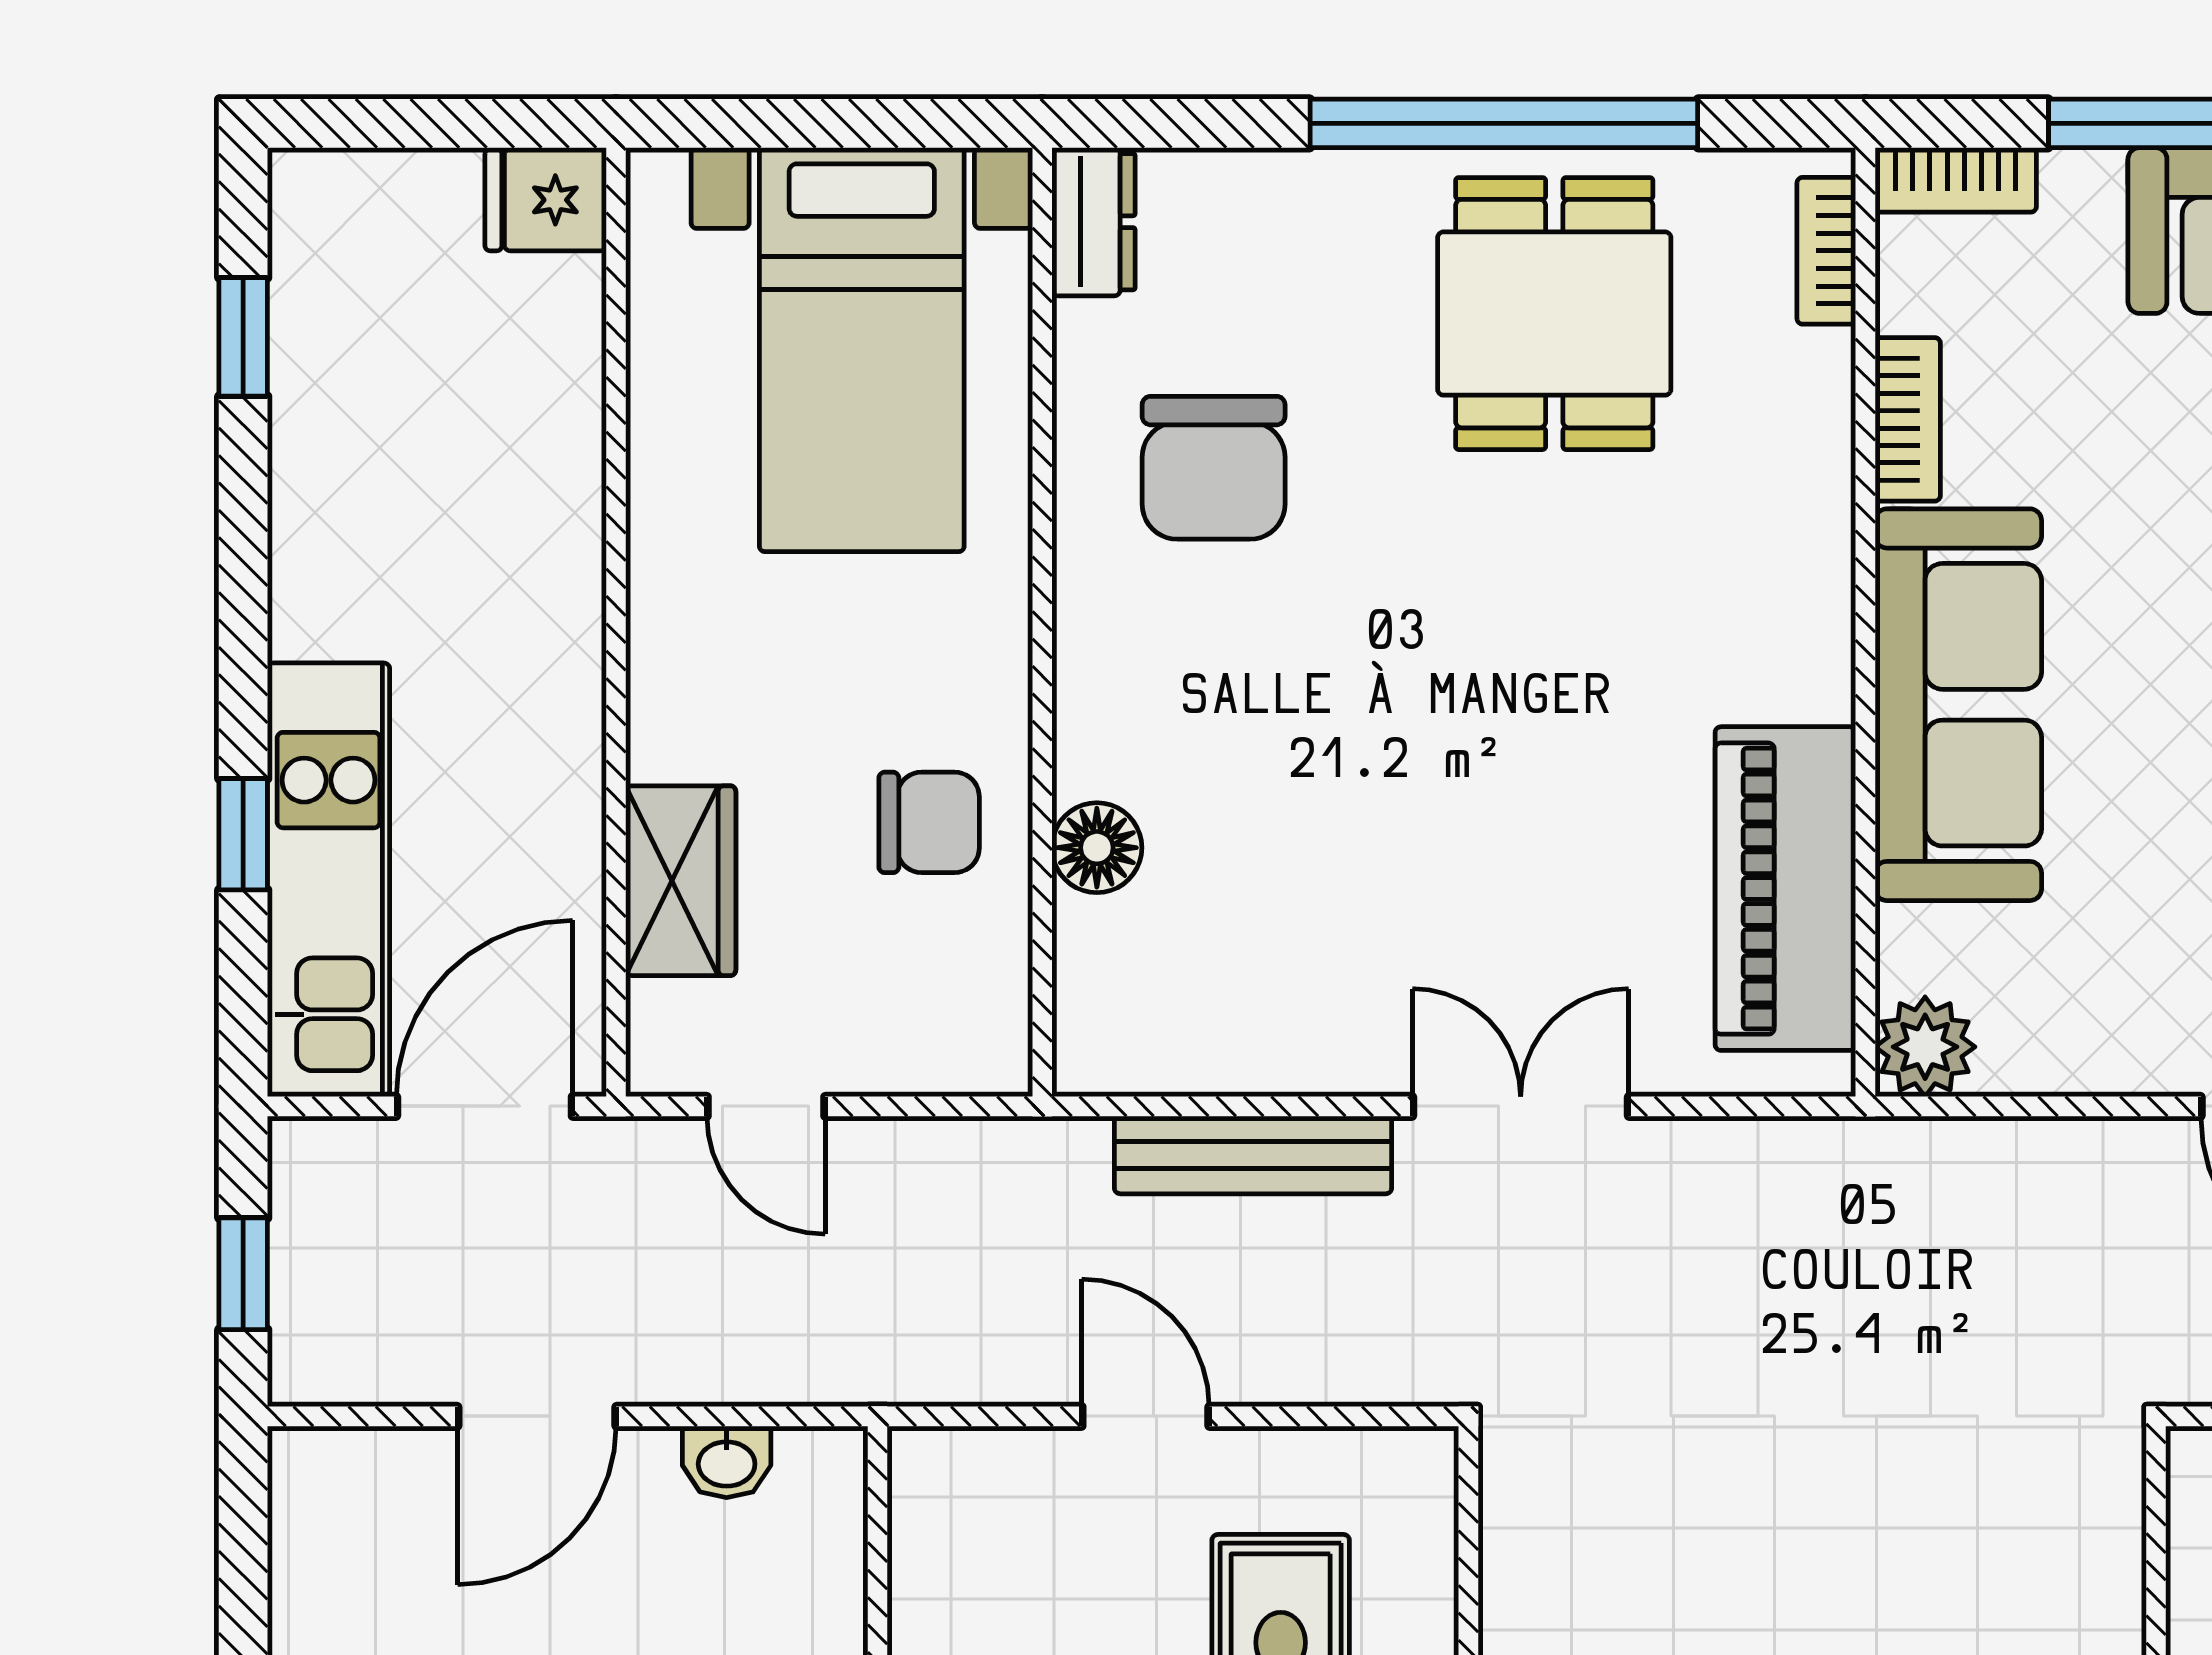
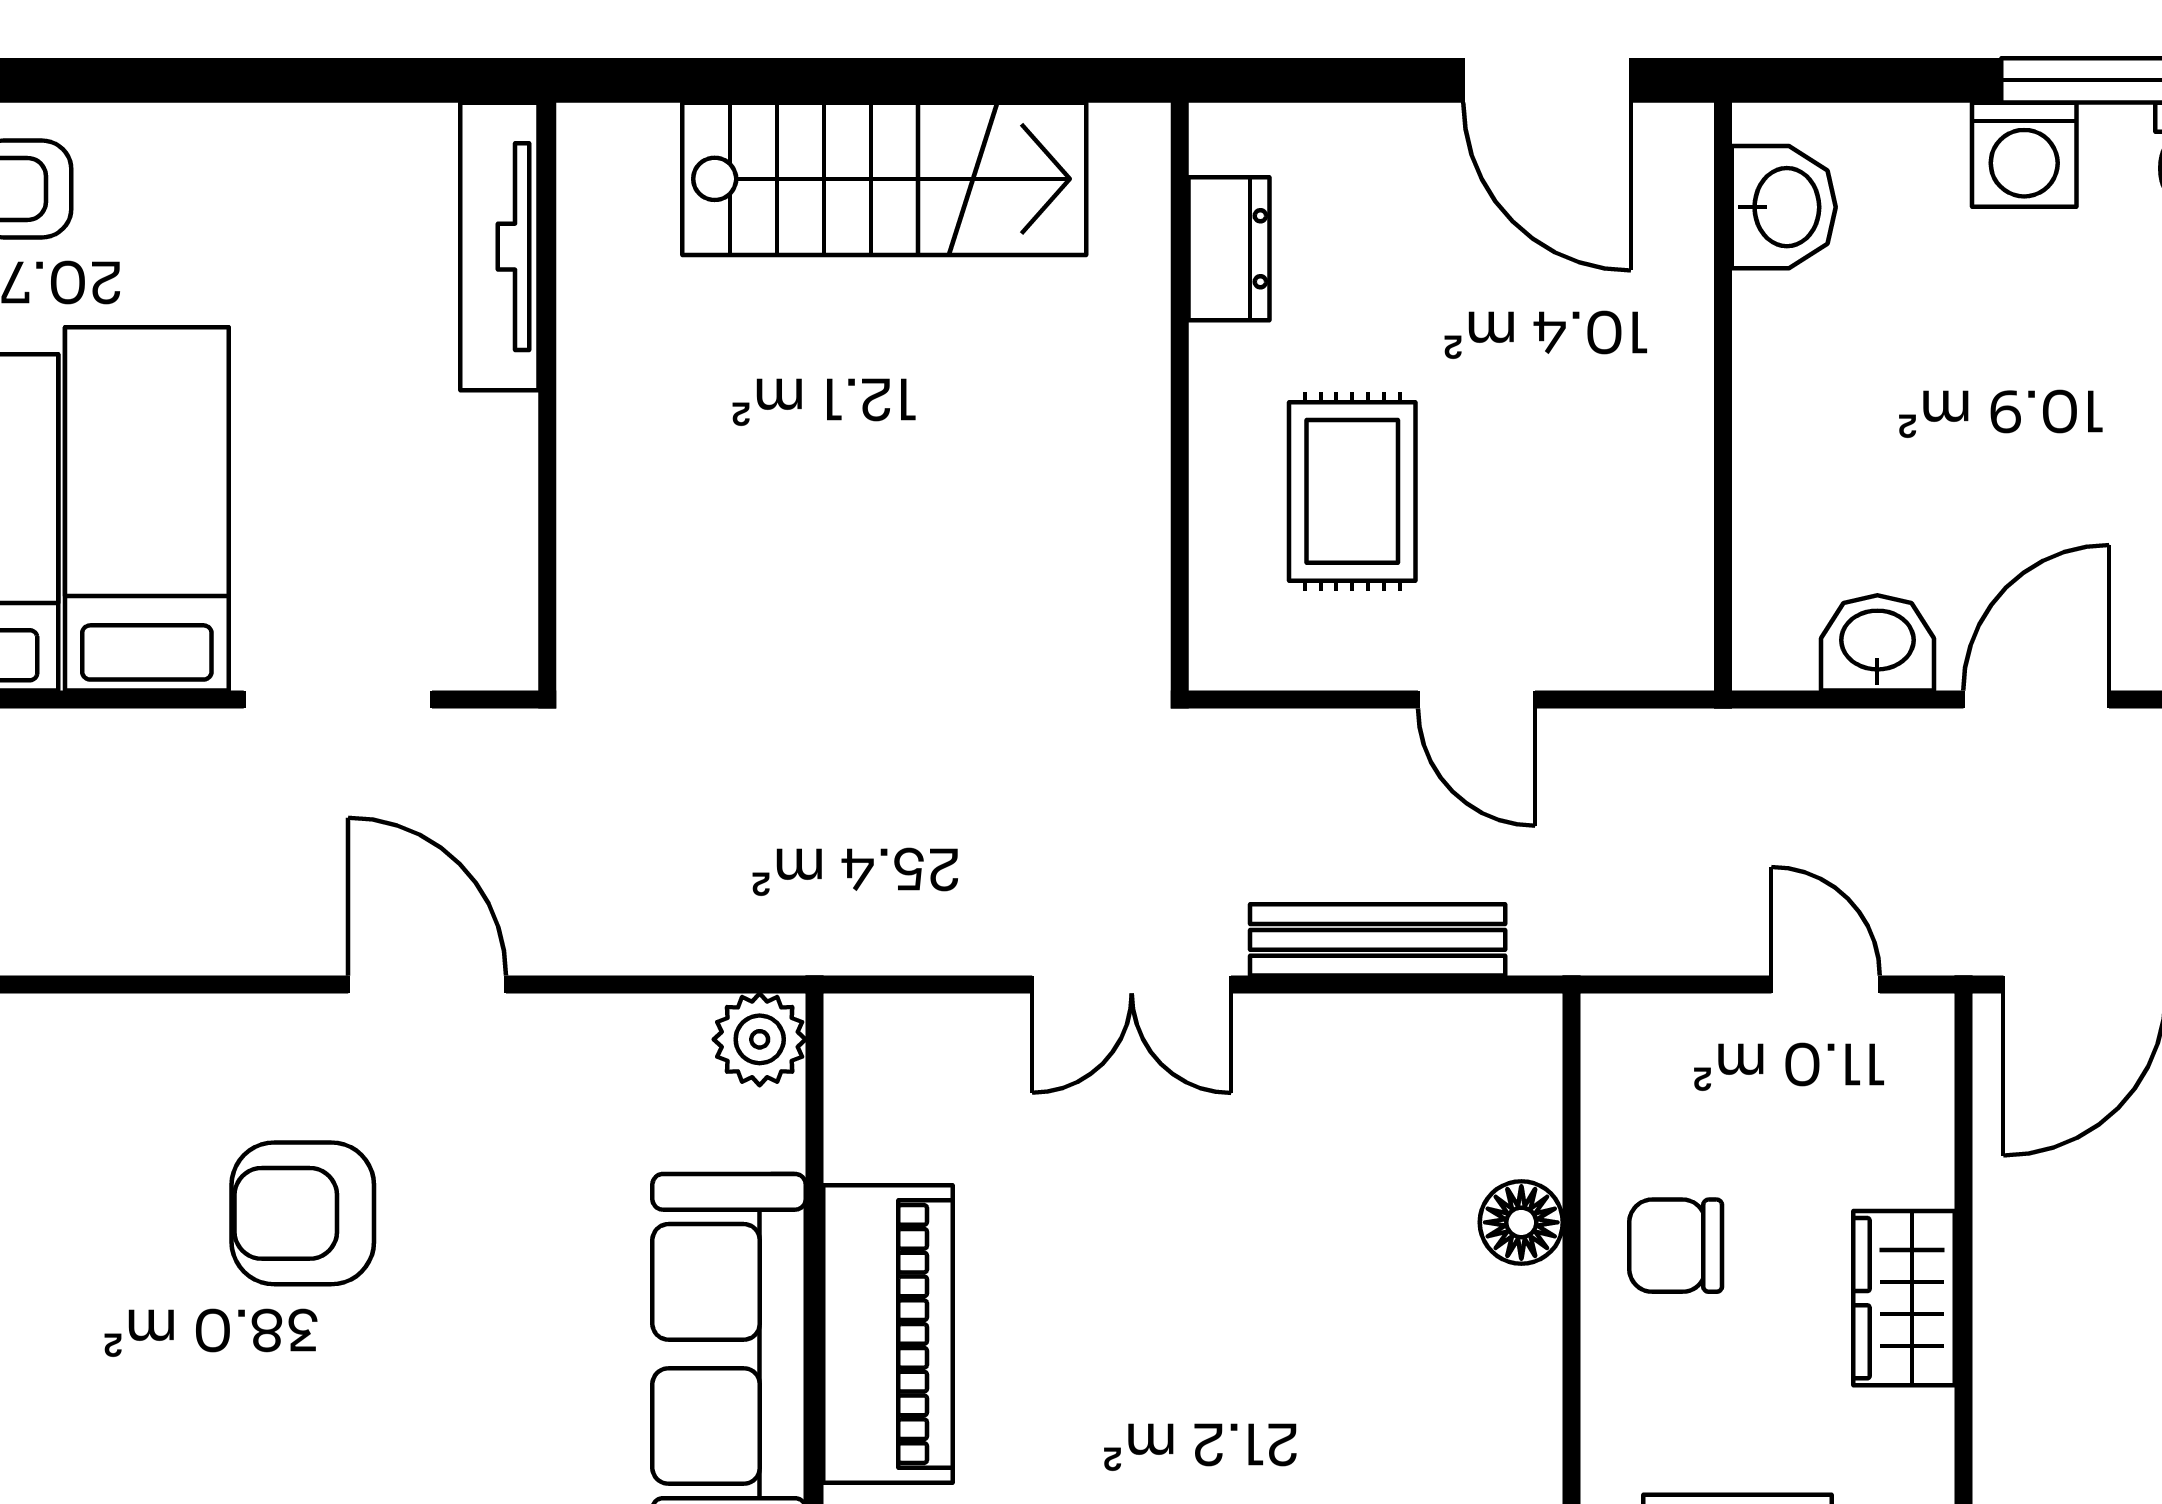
wardrobe: (681, 881) -> (1904, 1298), moved
piano: (1785, 889) -> (888, 1334), moved
washbasin: (727, 1462) -> (1877, 643), width x1.38, depth x1.45

